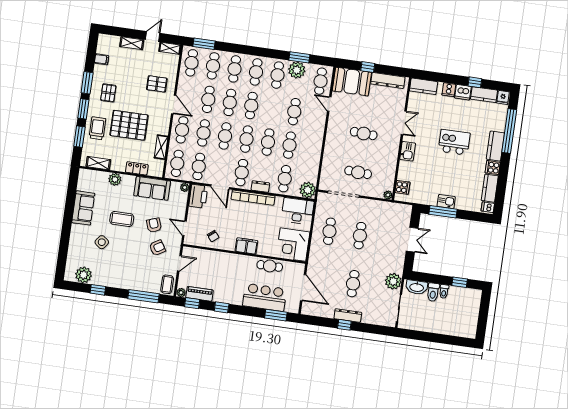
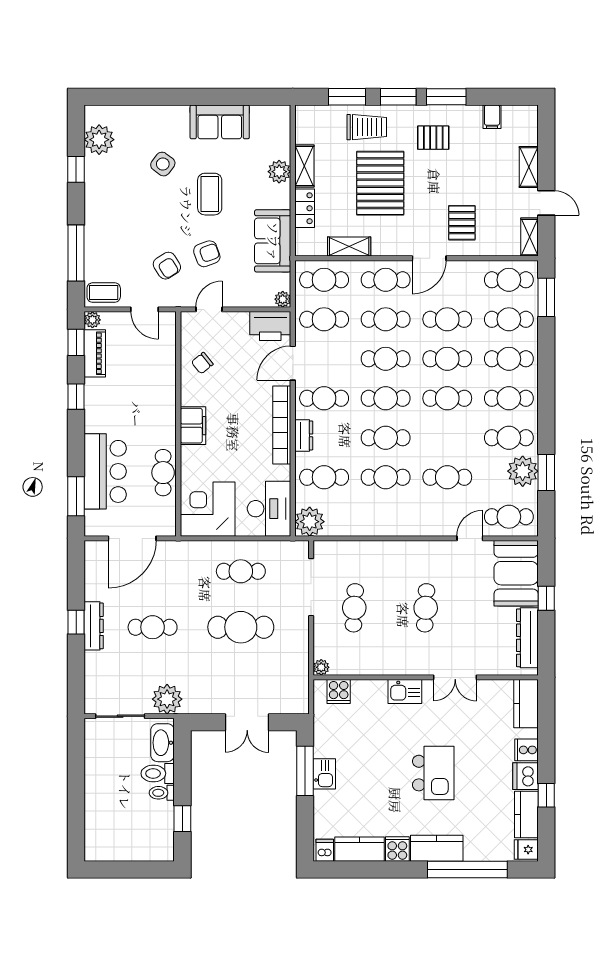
shelving: (98, 163) -> (304, 166), moved
cafe table: (360, 236) -> (241, 627), width x1.37, depth x1.35

